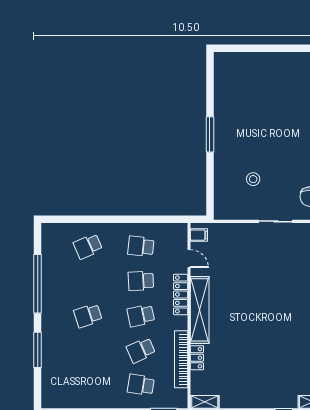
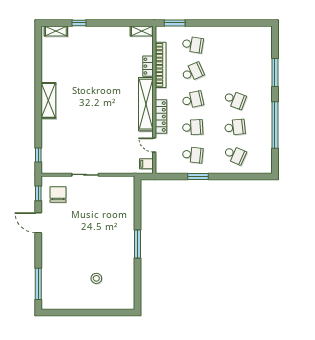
stool: (253, 179) -> (96, 278), moved
window: (134, 219) -> (198, 176), added
school desk: (88, 246) -> (235, 155), turned 48
school desk: (88, 281) -> (235, 127), added
school desk: (88, 316) -> (235, 100), turned 39

